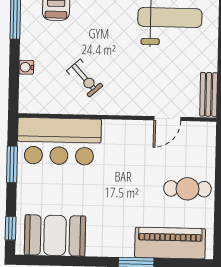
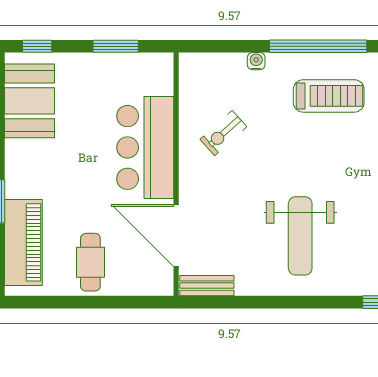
water cooler: (26, 67) -> (256, 61), moved
door: (167, 119) -> (176, 236), width x1.87
bar counter: (59, 141) -> (145, 147), moved

